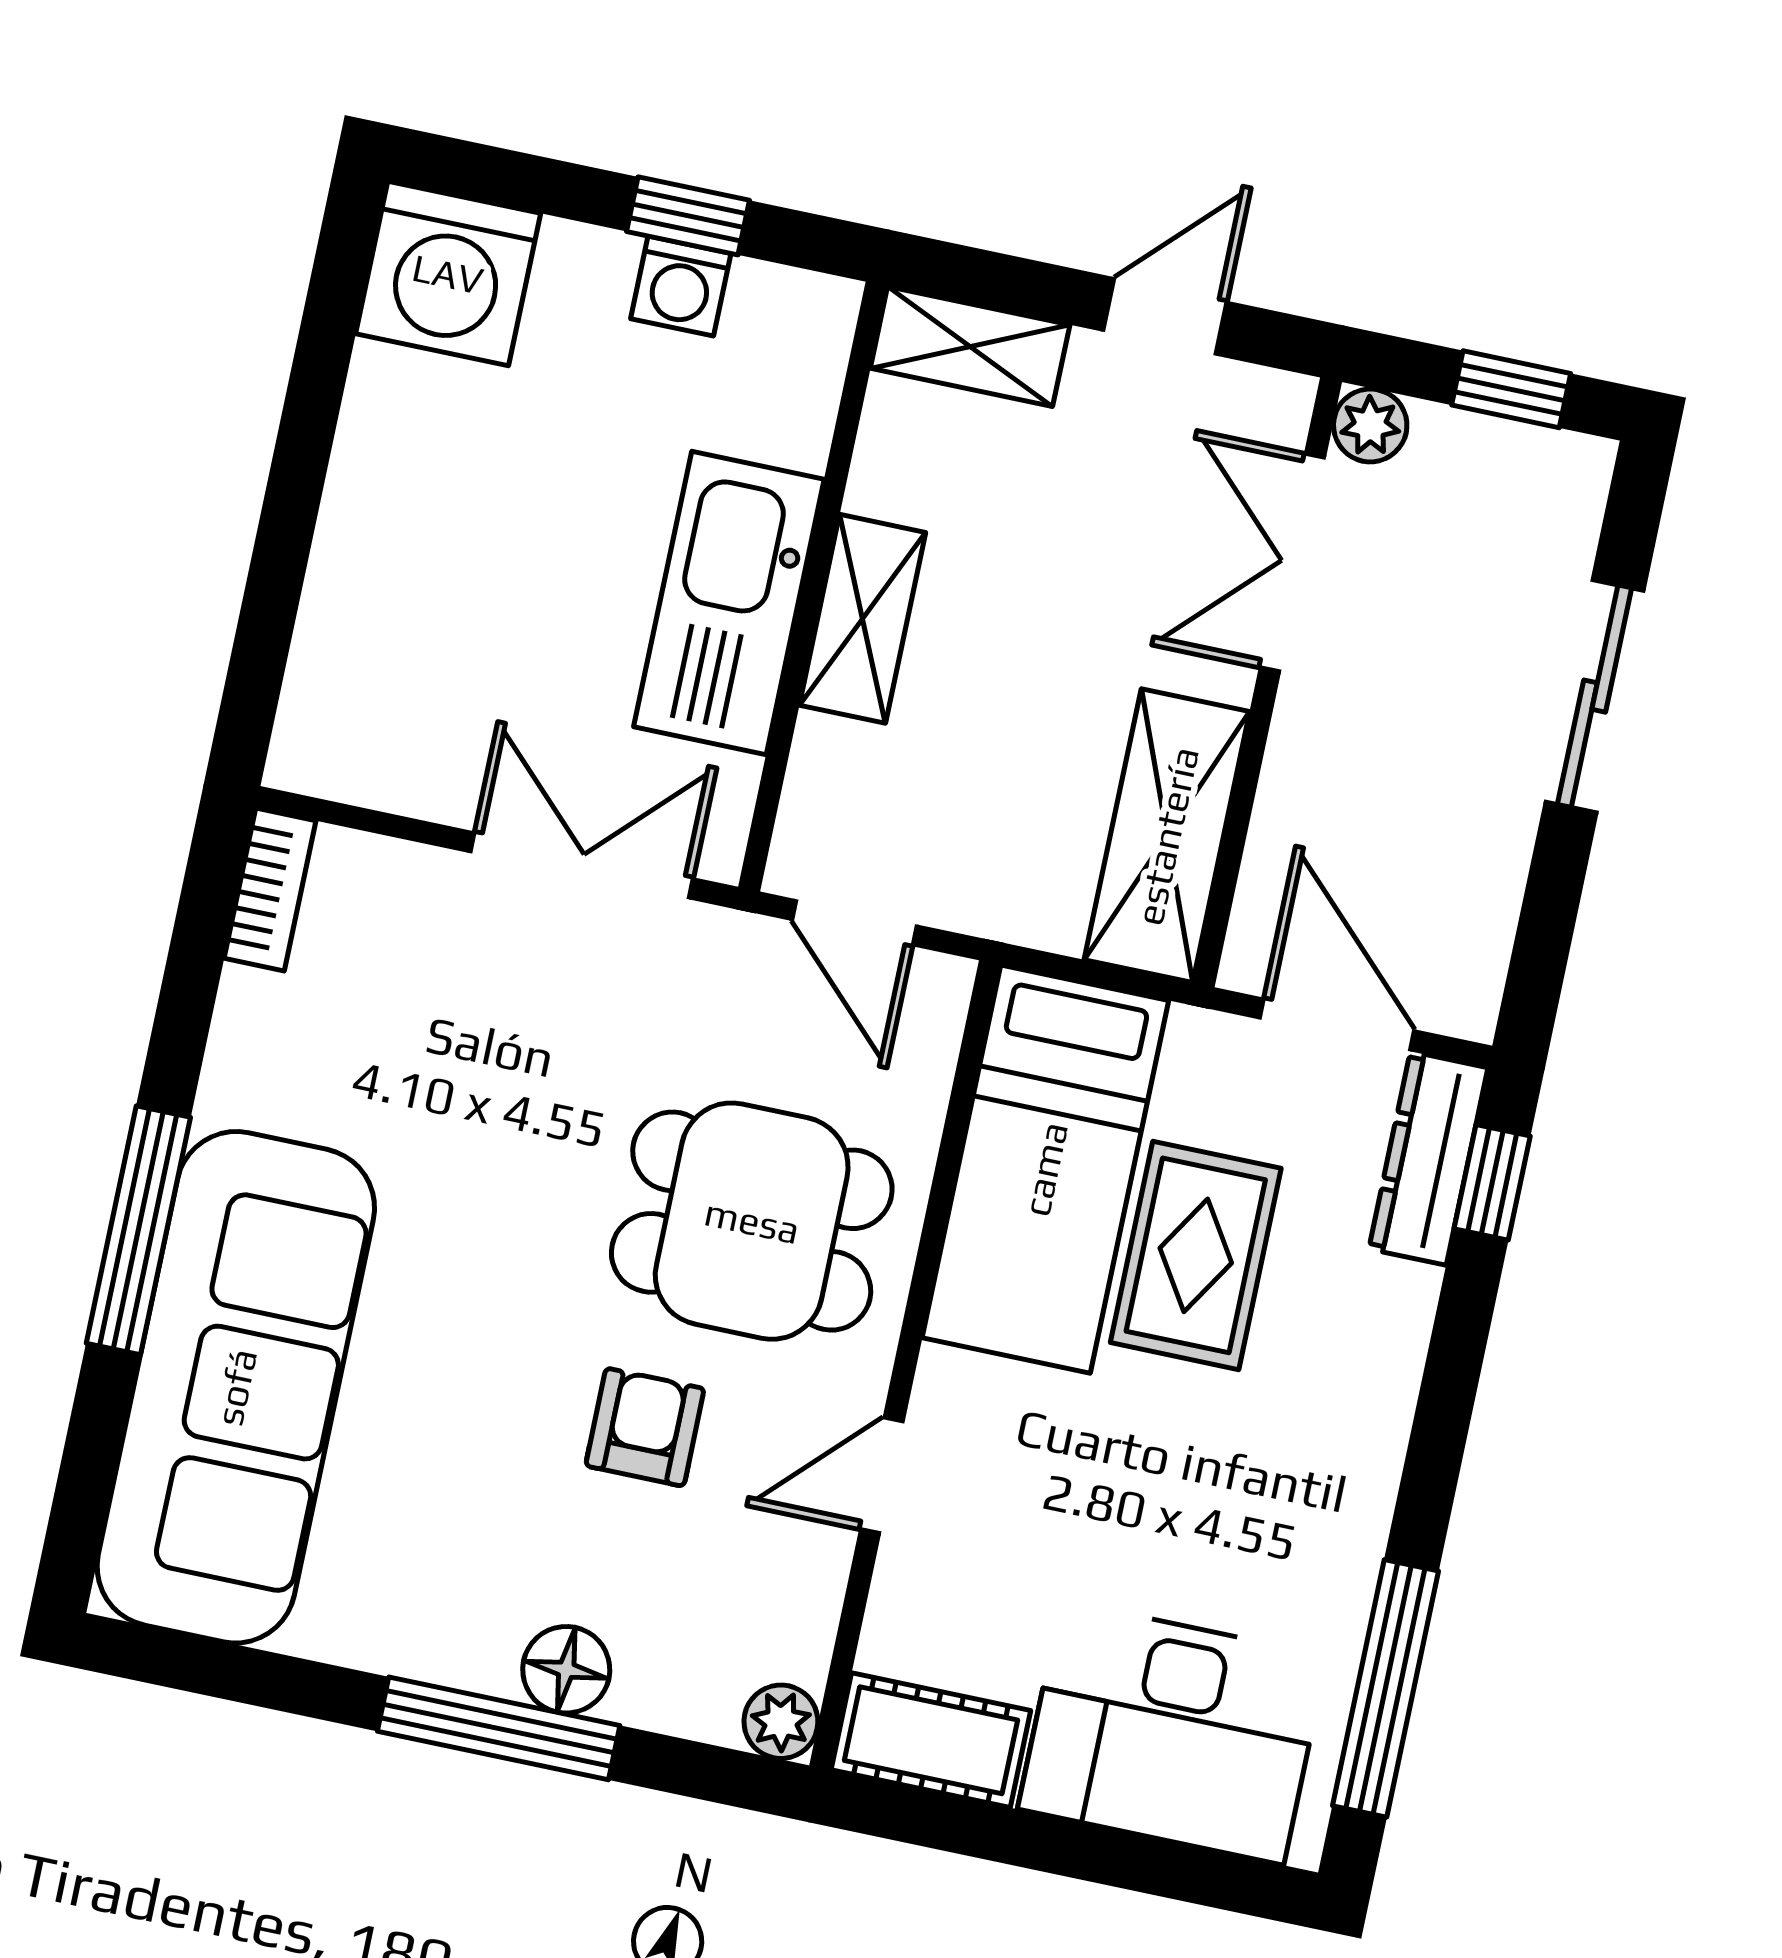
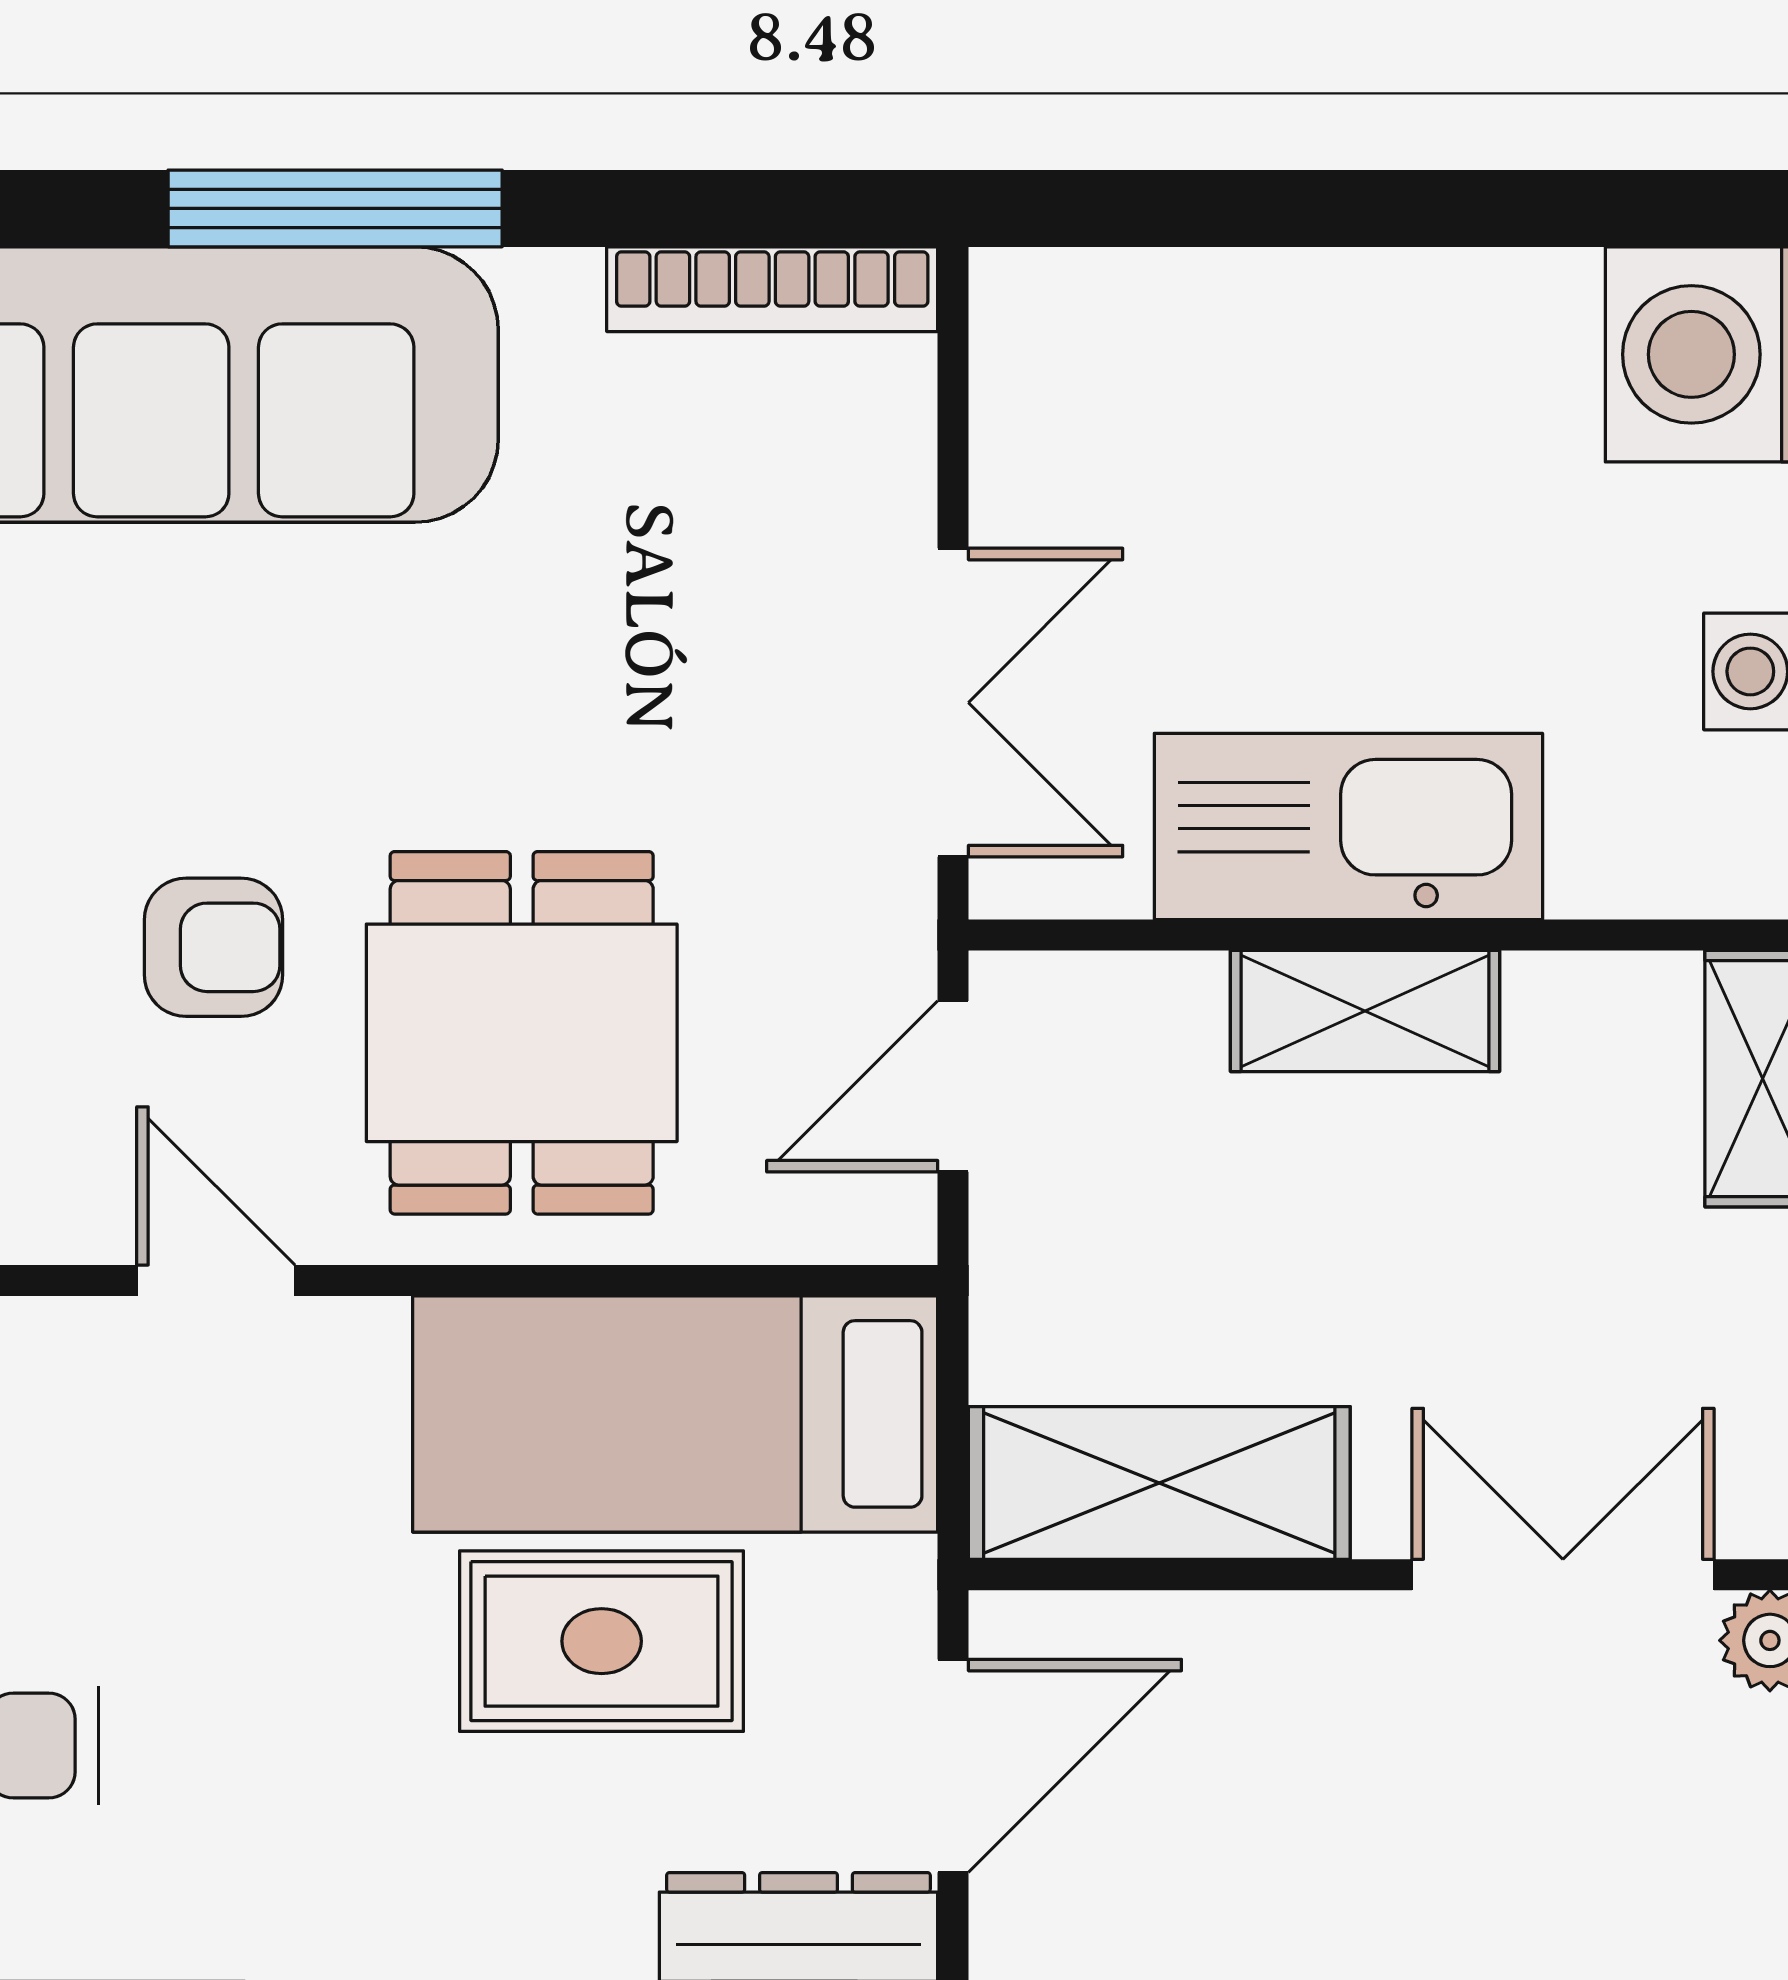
bookcase: (270, 890) -> (772, 289), width x1.56

